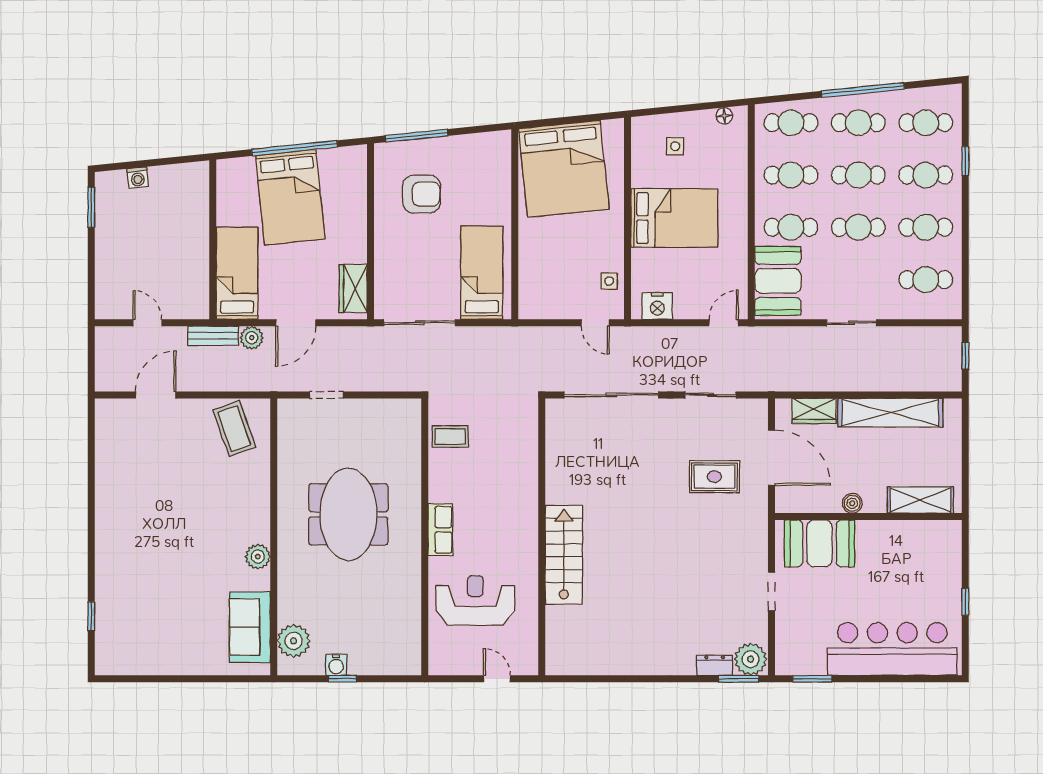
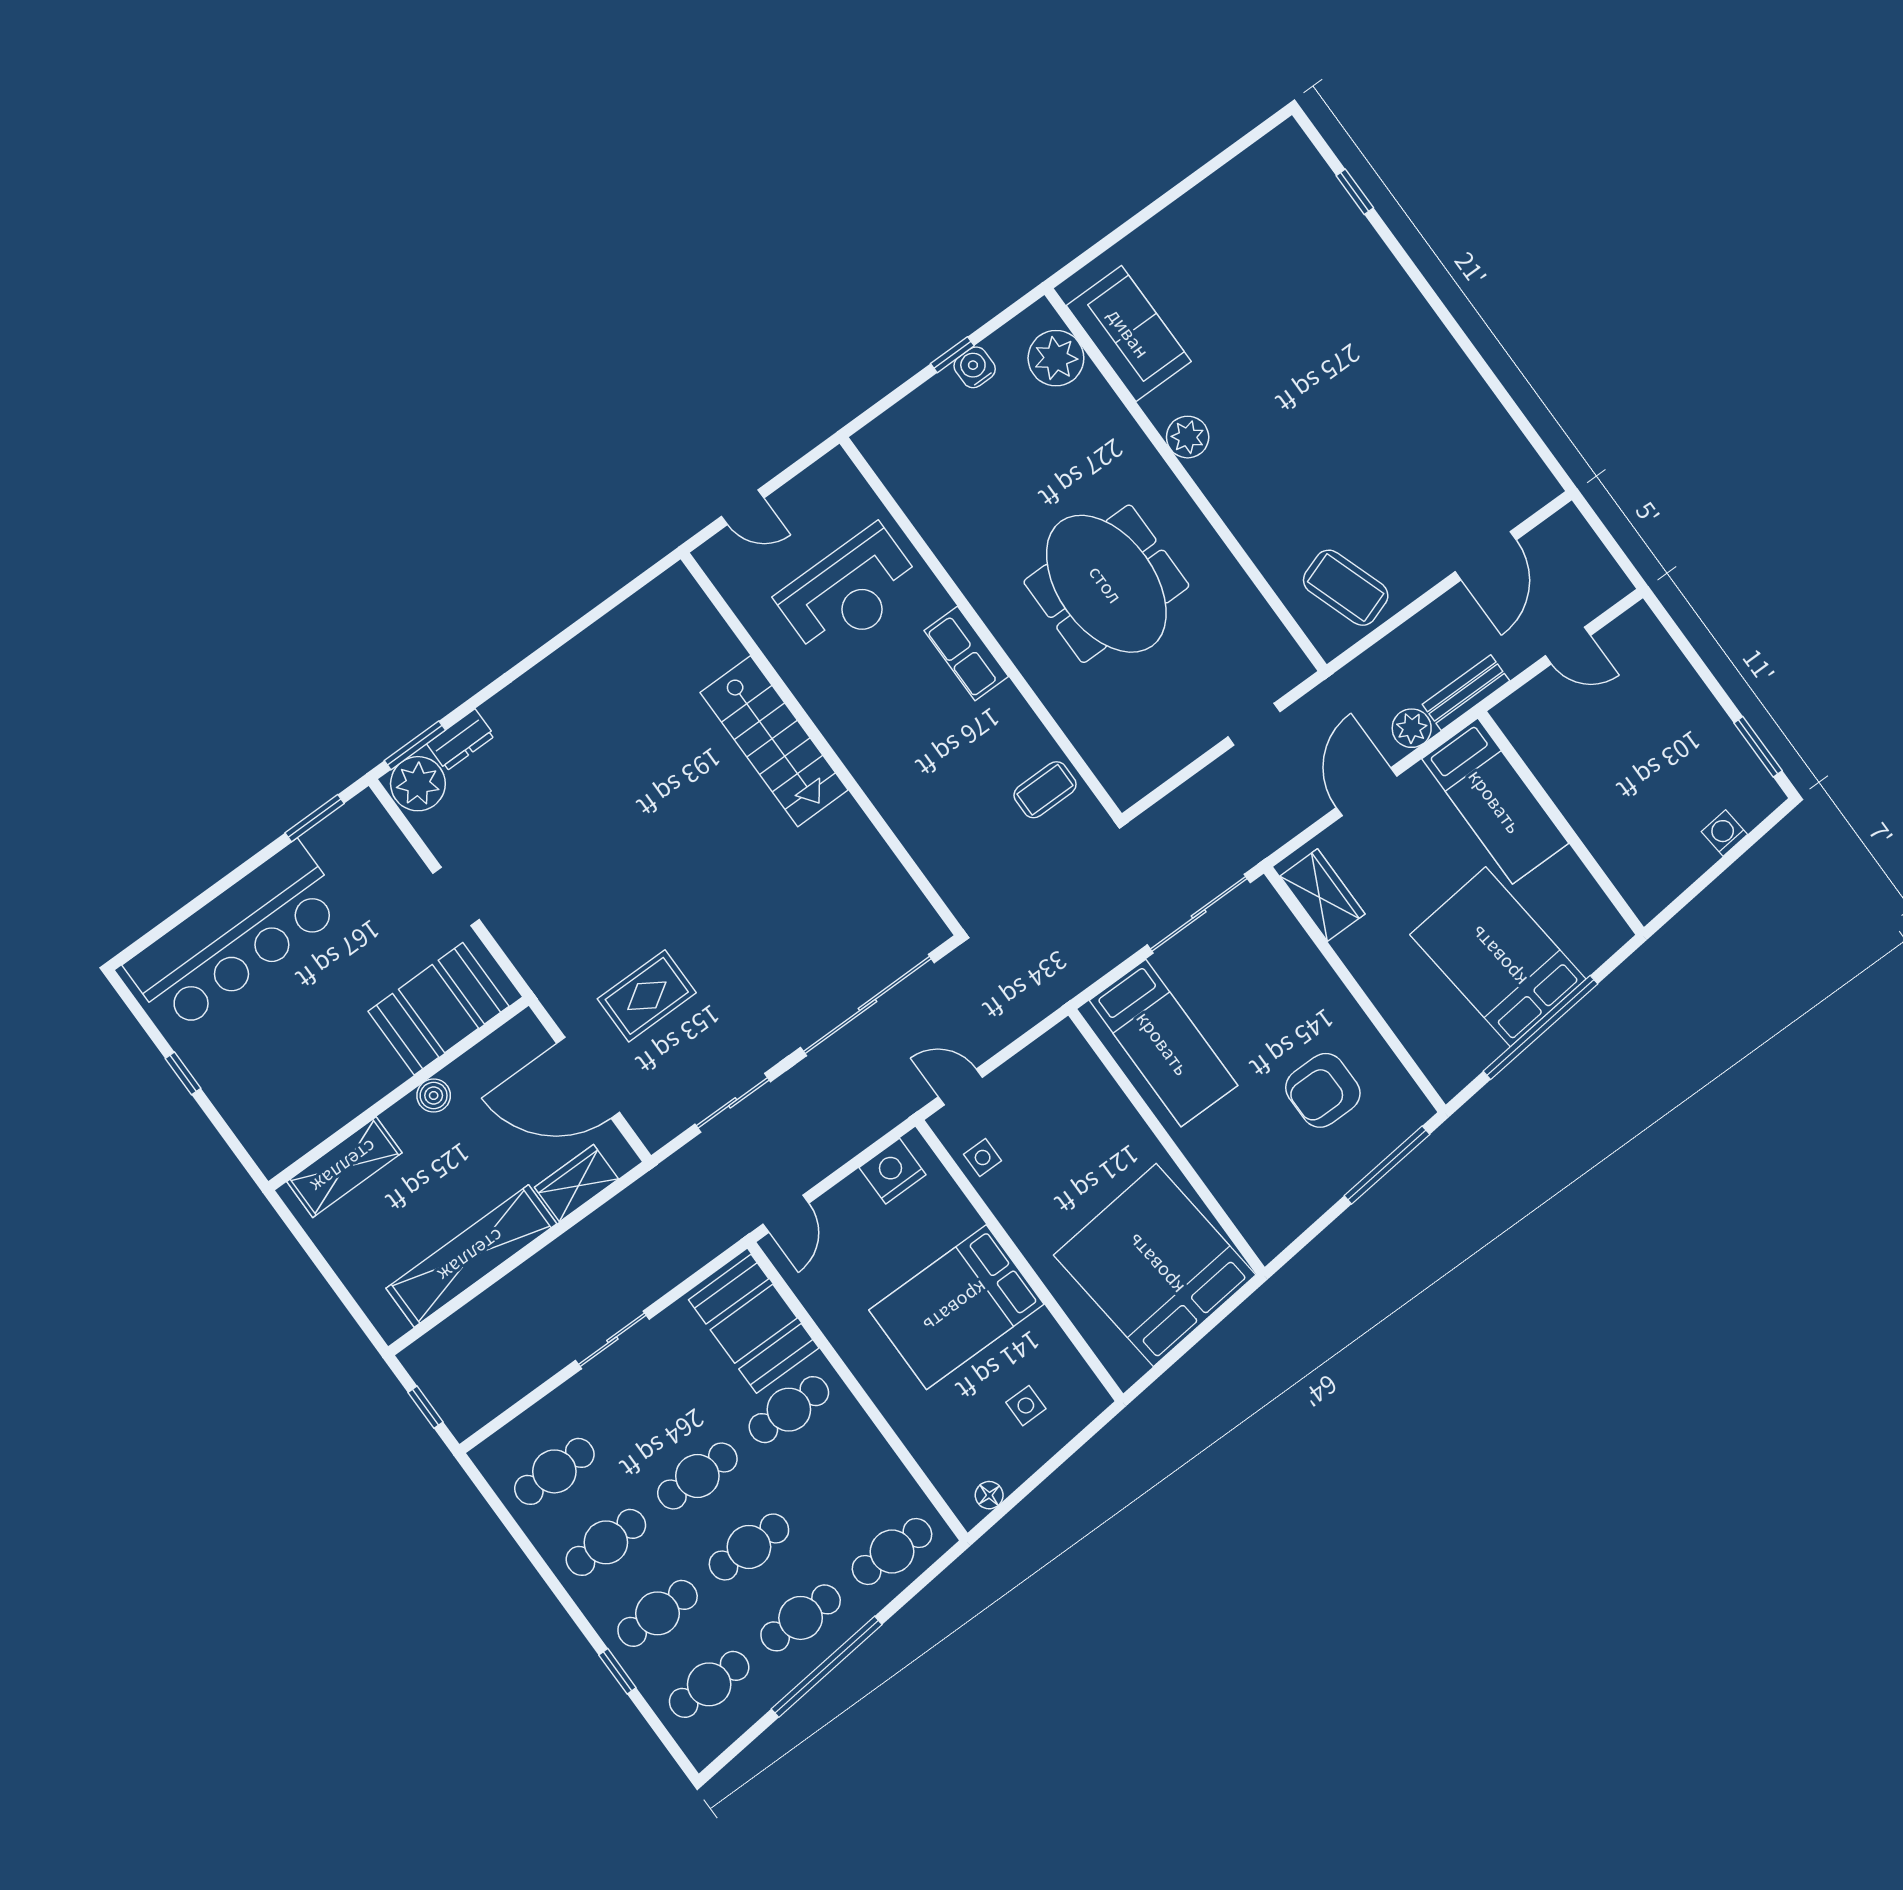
cafe table: (791, 175) -> (840, 1481), removed

